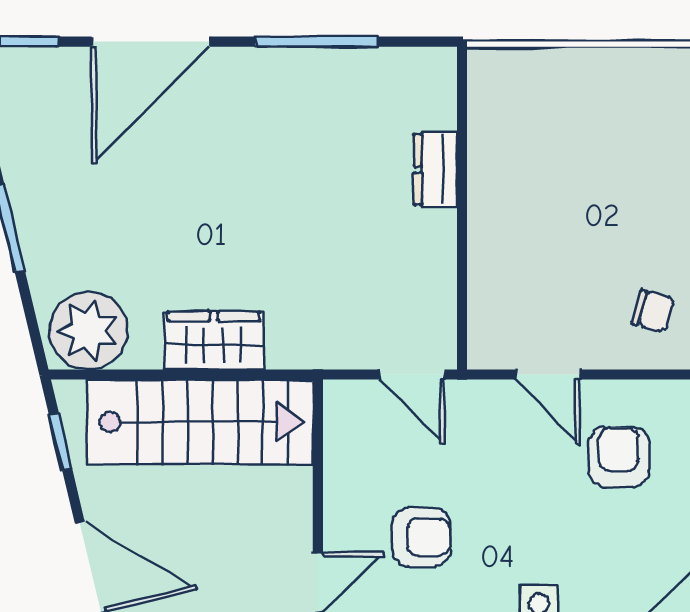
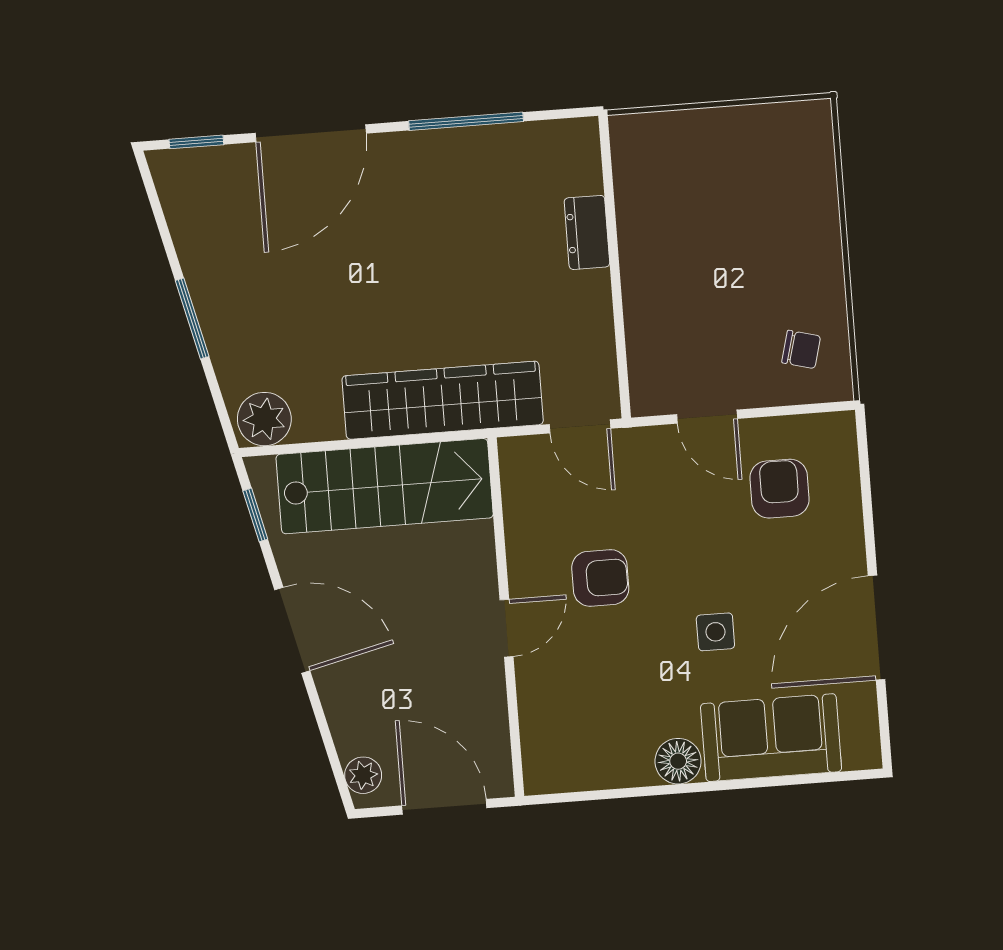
plant: (88, 331) -> (264, 419), width x0.73, depth x0.73
wardrobe: (214, 341) -> (443, 400), width x2.10, depth x1.17

